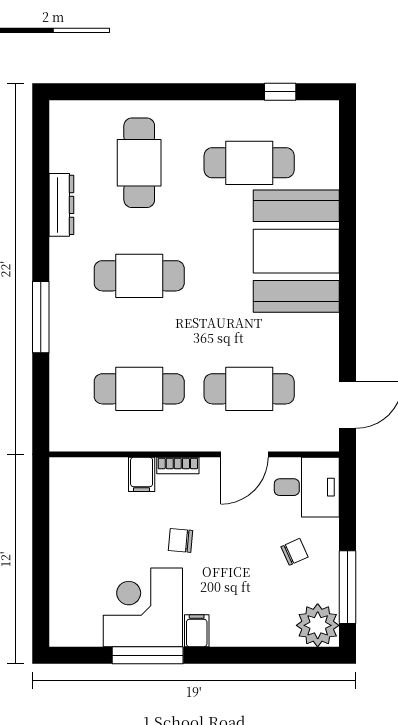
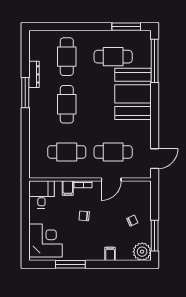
window: (280, 92) -> (126, 27), width x2.17
window: (348, 173) -> (155, 61), added
cafe table: (139, 276) -> (67, 104), turned 90
window: (41, 317) -> (25, 93), moved
desk: (307, 487) -> (41, 194), moved, turned -90
corner desk: (143, 607) -> (45, 240), moved, turned 90
filing cabinet: (197, 631) -> (110, 254), moved

